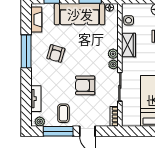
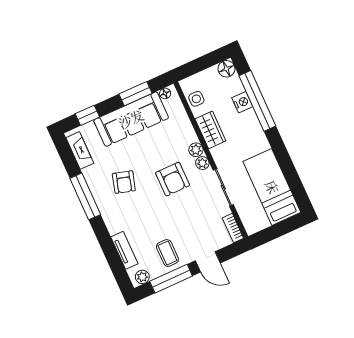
armchair: (85, 85) -> (173, 179), moved, turned -90

